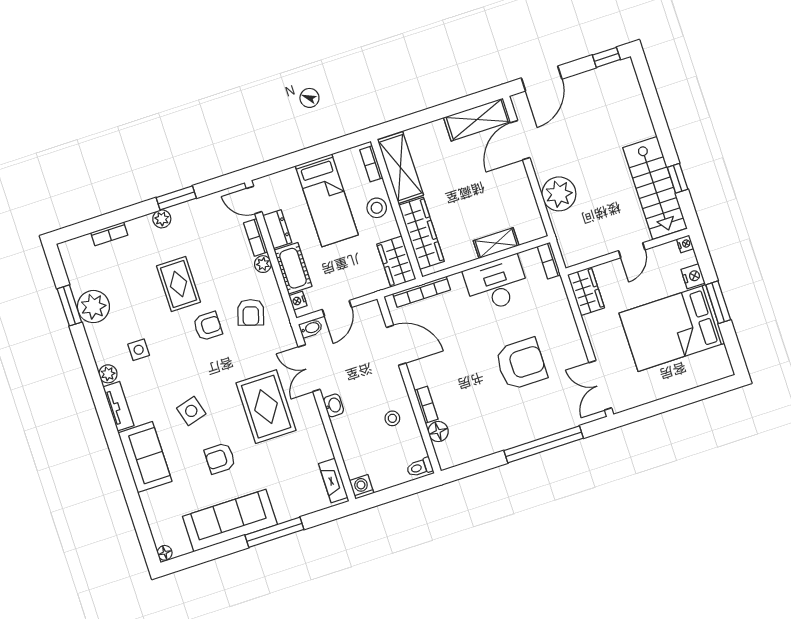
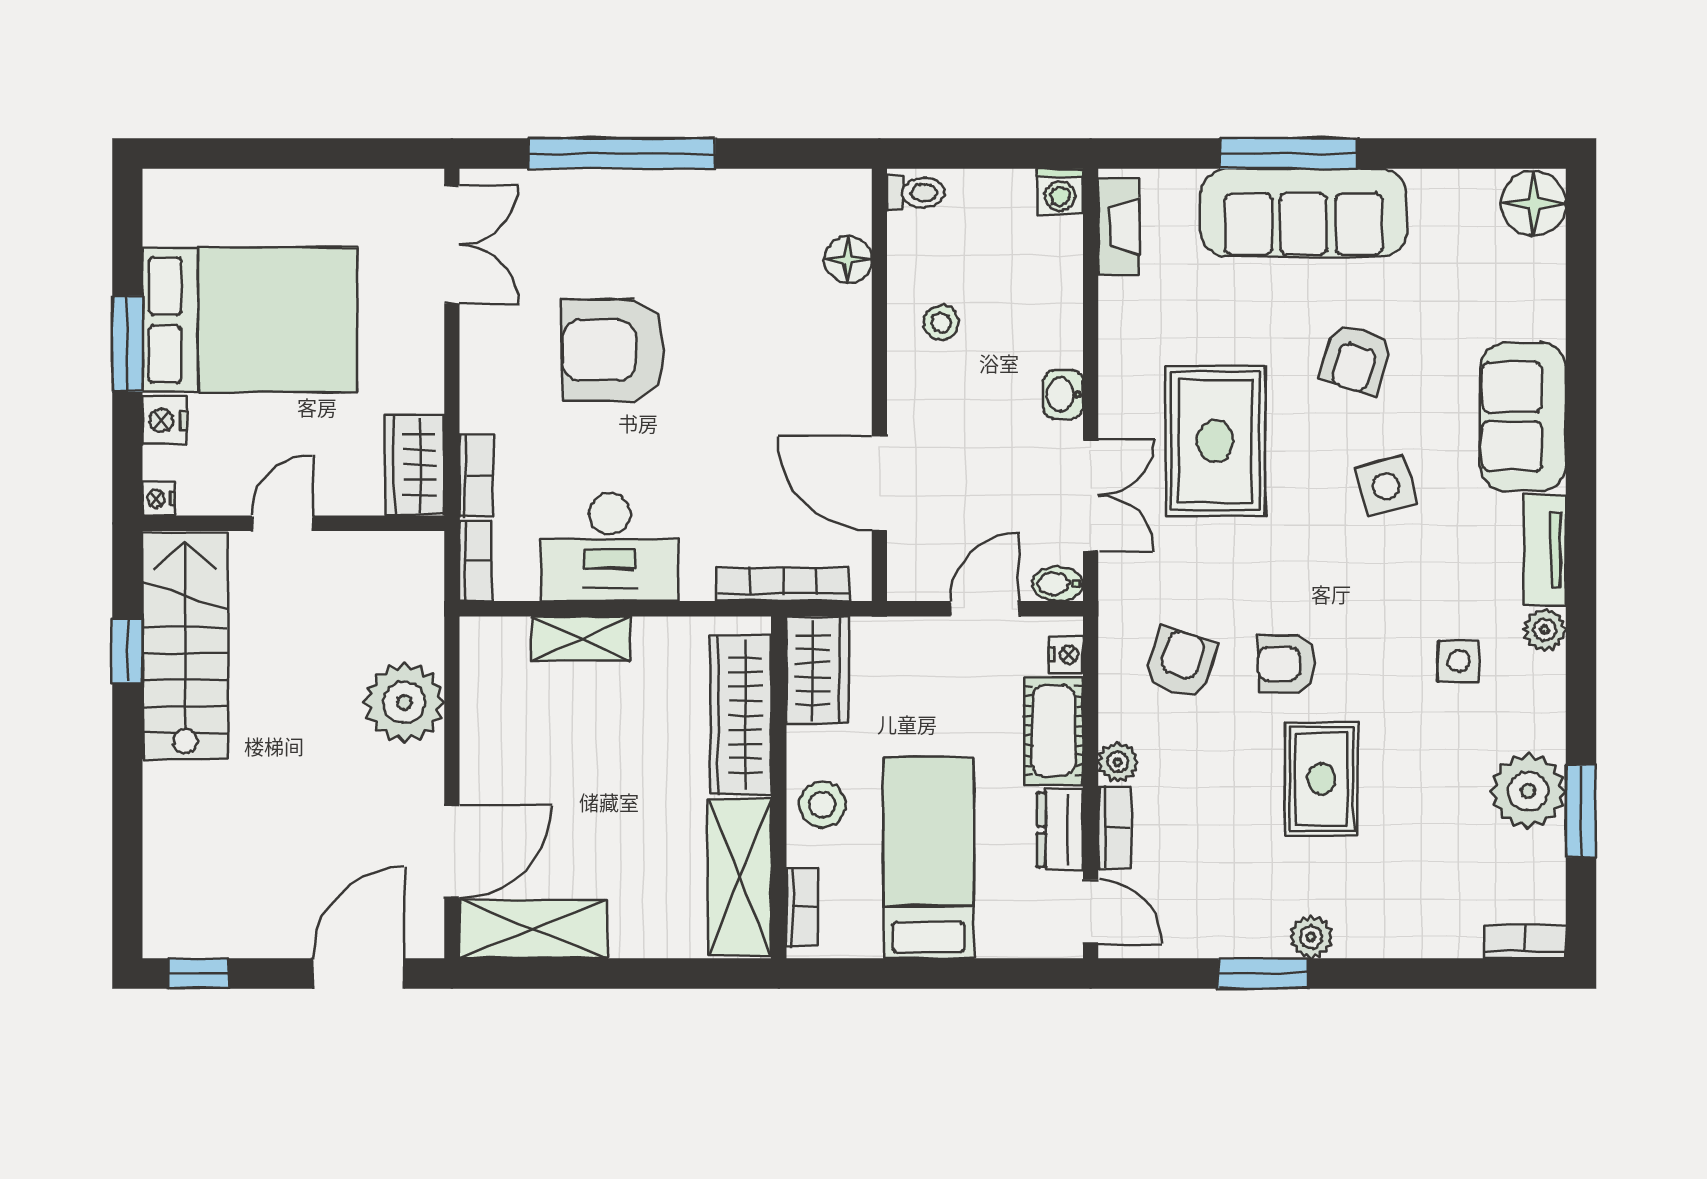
bookcase: (109, 234) -> (1525, 942), moved
bookcase: (426, 405) -> (476, 475), moved, turned 180
armchair: (220, 458) -> (1356, 359), turned 107
sofa: (230, 520) -> (1304, 213), moved
floor lamp: (165, 553) -> (1533, 203), width x1.89, depth x1.89

